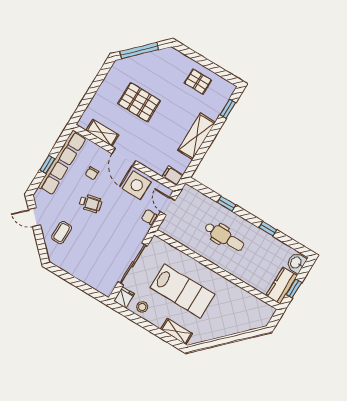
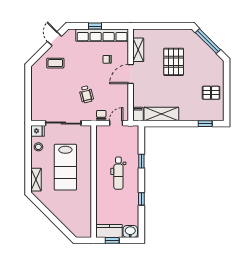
pallet: (198, 82) -> (211, 93), turned 90
shelving: (197, 136) -> (161, 114), moved
side table: (137, 185) -> (117, 94), removed
wheelchair: (91, 203) -> (86, 94), moved

